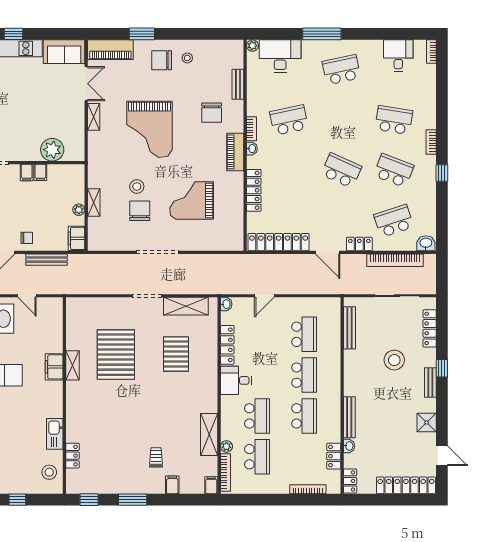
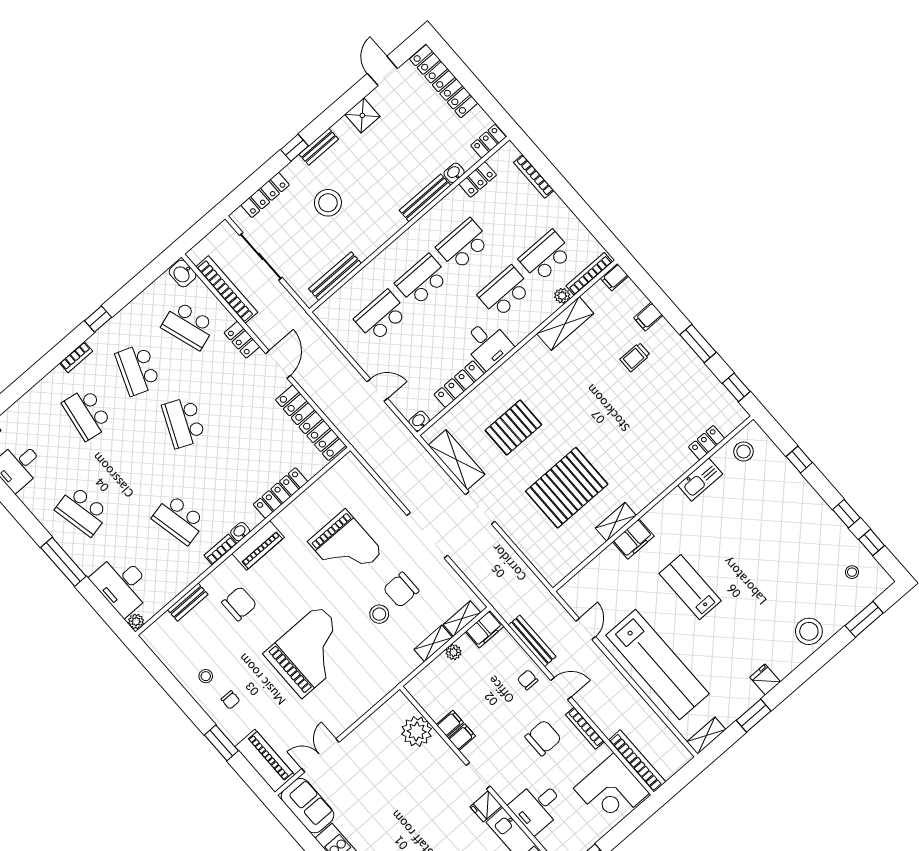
chair: (162, 60) -> (230, 700), width x0.54, depth x0.54
shelving: (94, 117) -> (462, 619), moved

